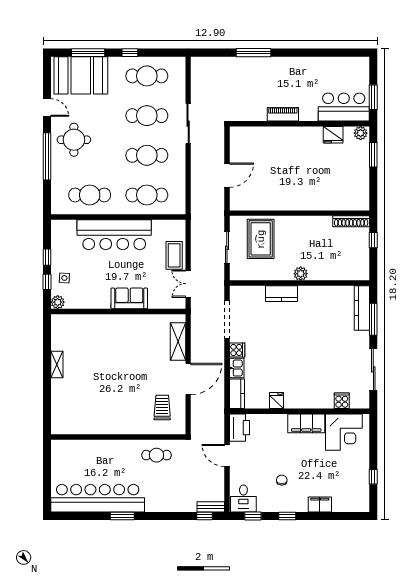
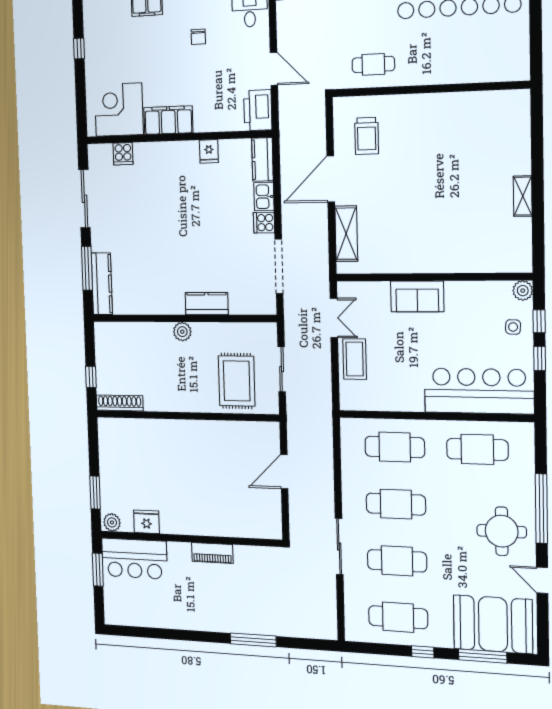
bar counter: (114, 235) -> (479, 391), moved

